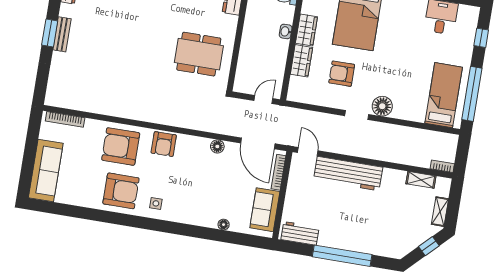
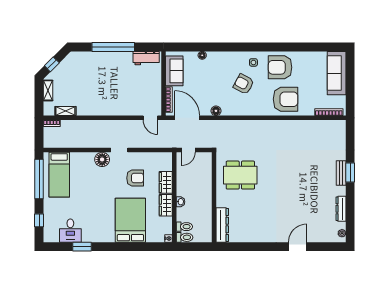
armchair: (164, 144) -> (244, 84), moved, turned -62
workbench: (348, 174) -> (119, 107), removed

